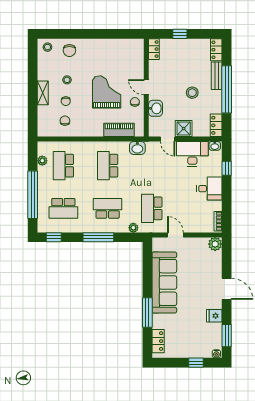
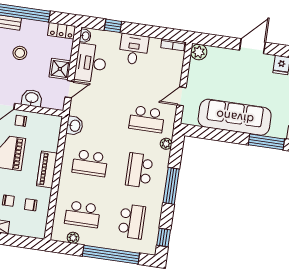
piano: (119, 130) -> (47, 169), moved

